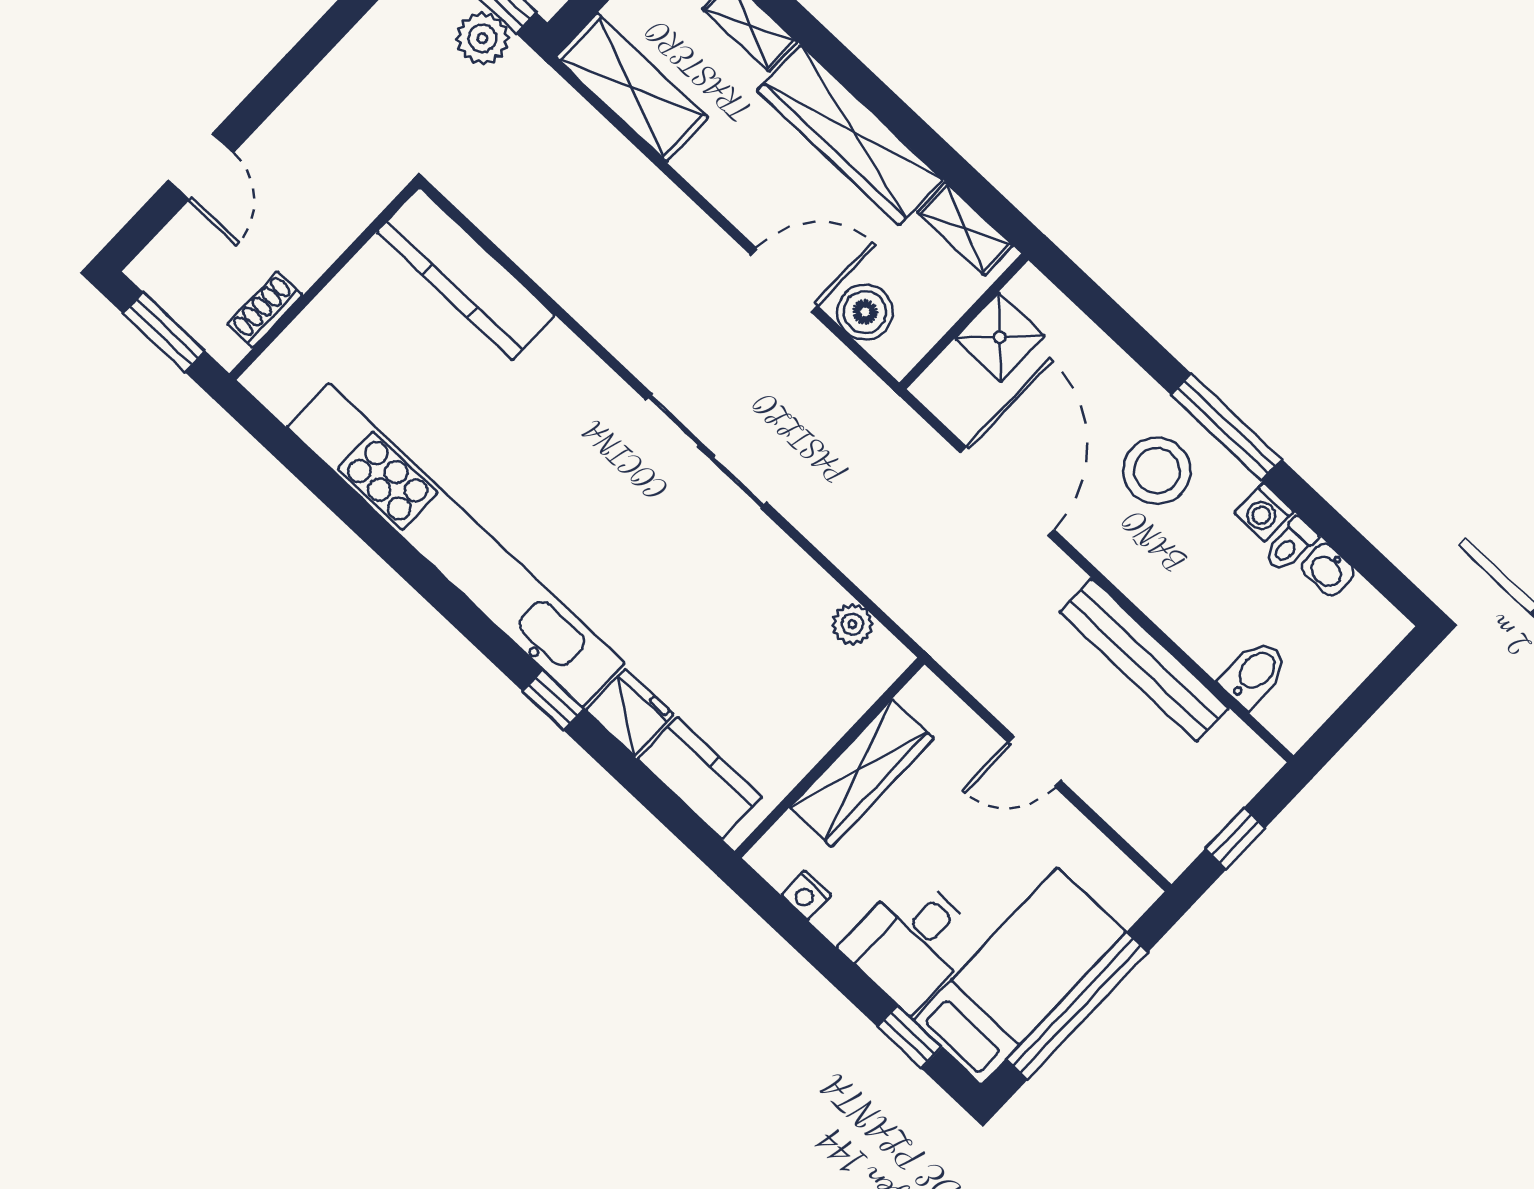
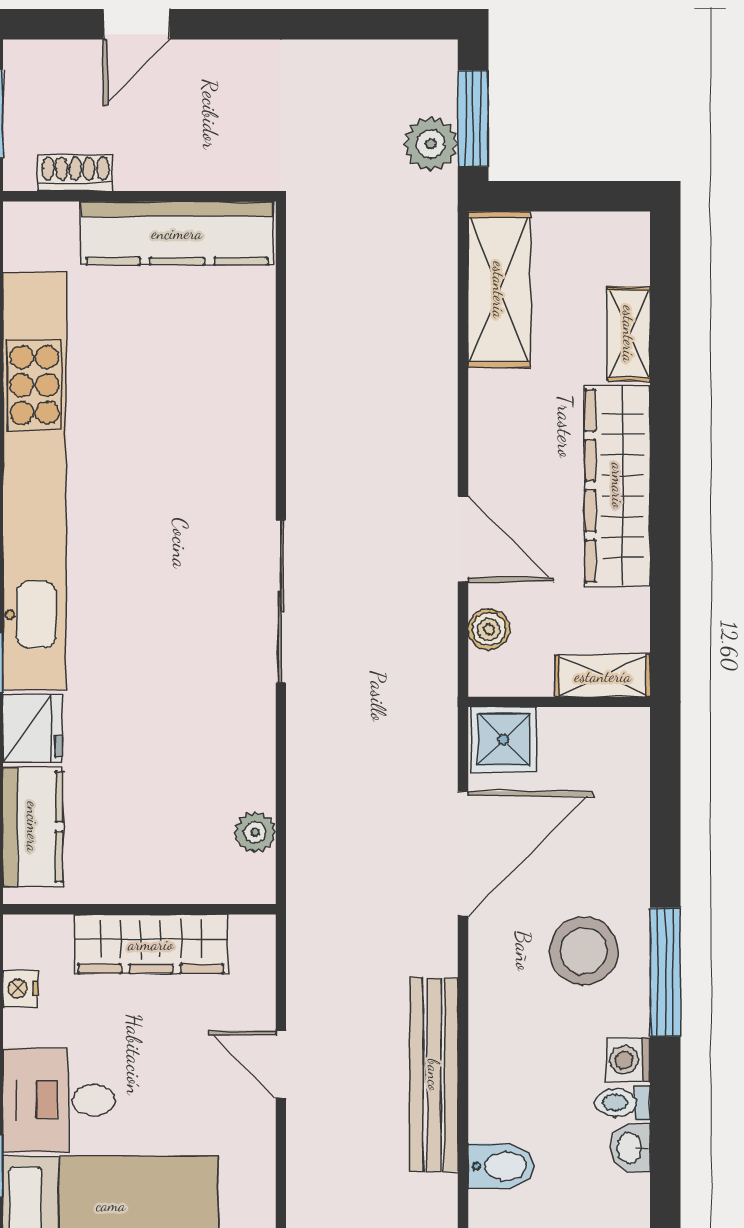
shelving: (965, 229) -> (603, 676), moved, turned 90
kitchen counter: (466, 273) -> (177, 233), moved, turned -90
boiler: (865, 312) -> (489, 629), width x0.73, depth x0.73
shower: (1000, 337) -> (504, 740), moved

